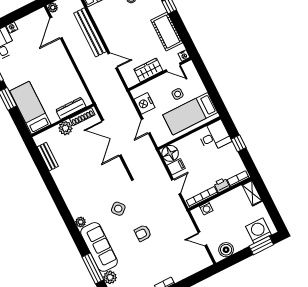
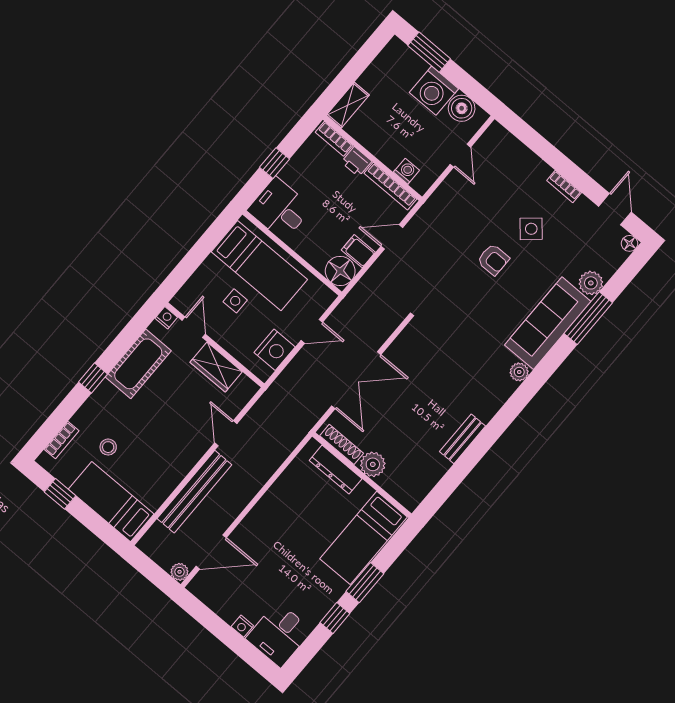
bench: (48, 157) -> (463, 439), moved
side table: (118, 209) -> (531, 229), moved
washing machine: (258, 231) -> (434, 91), moved

